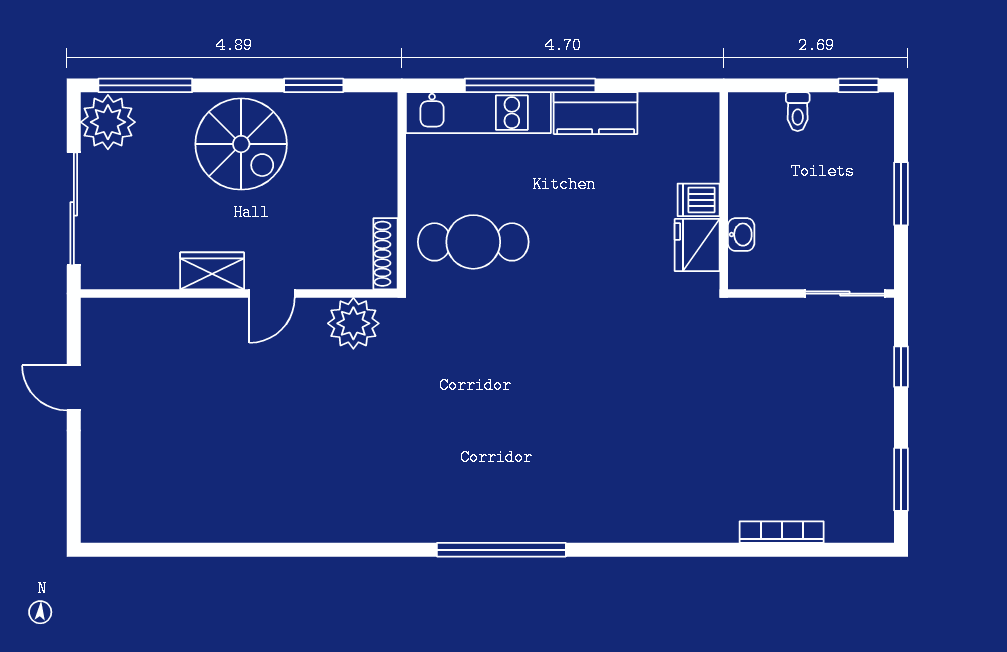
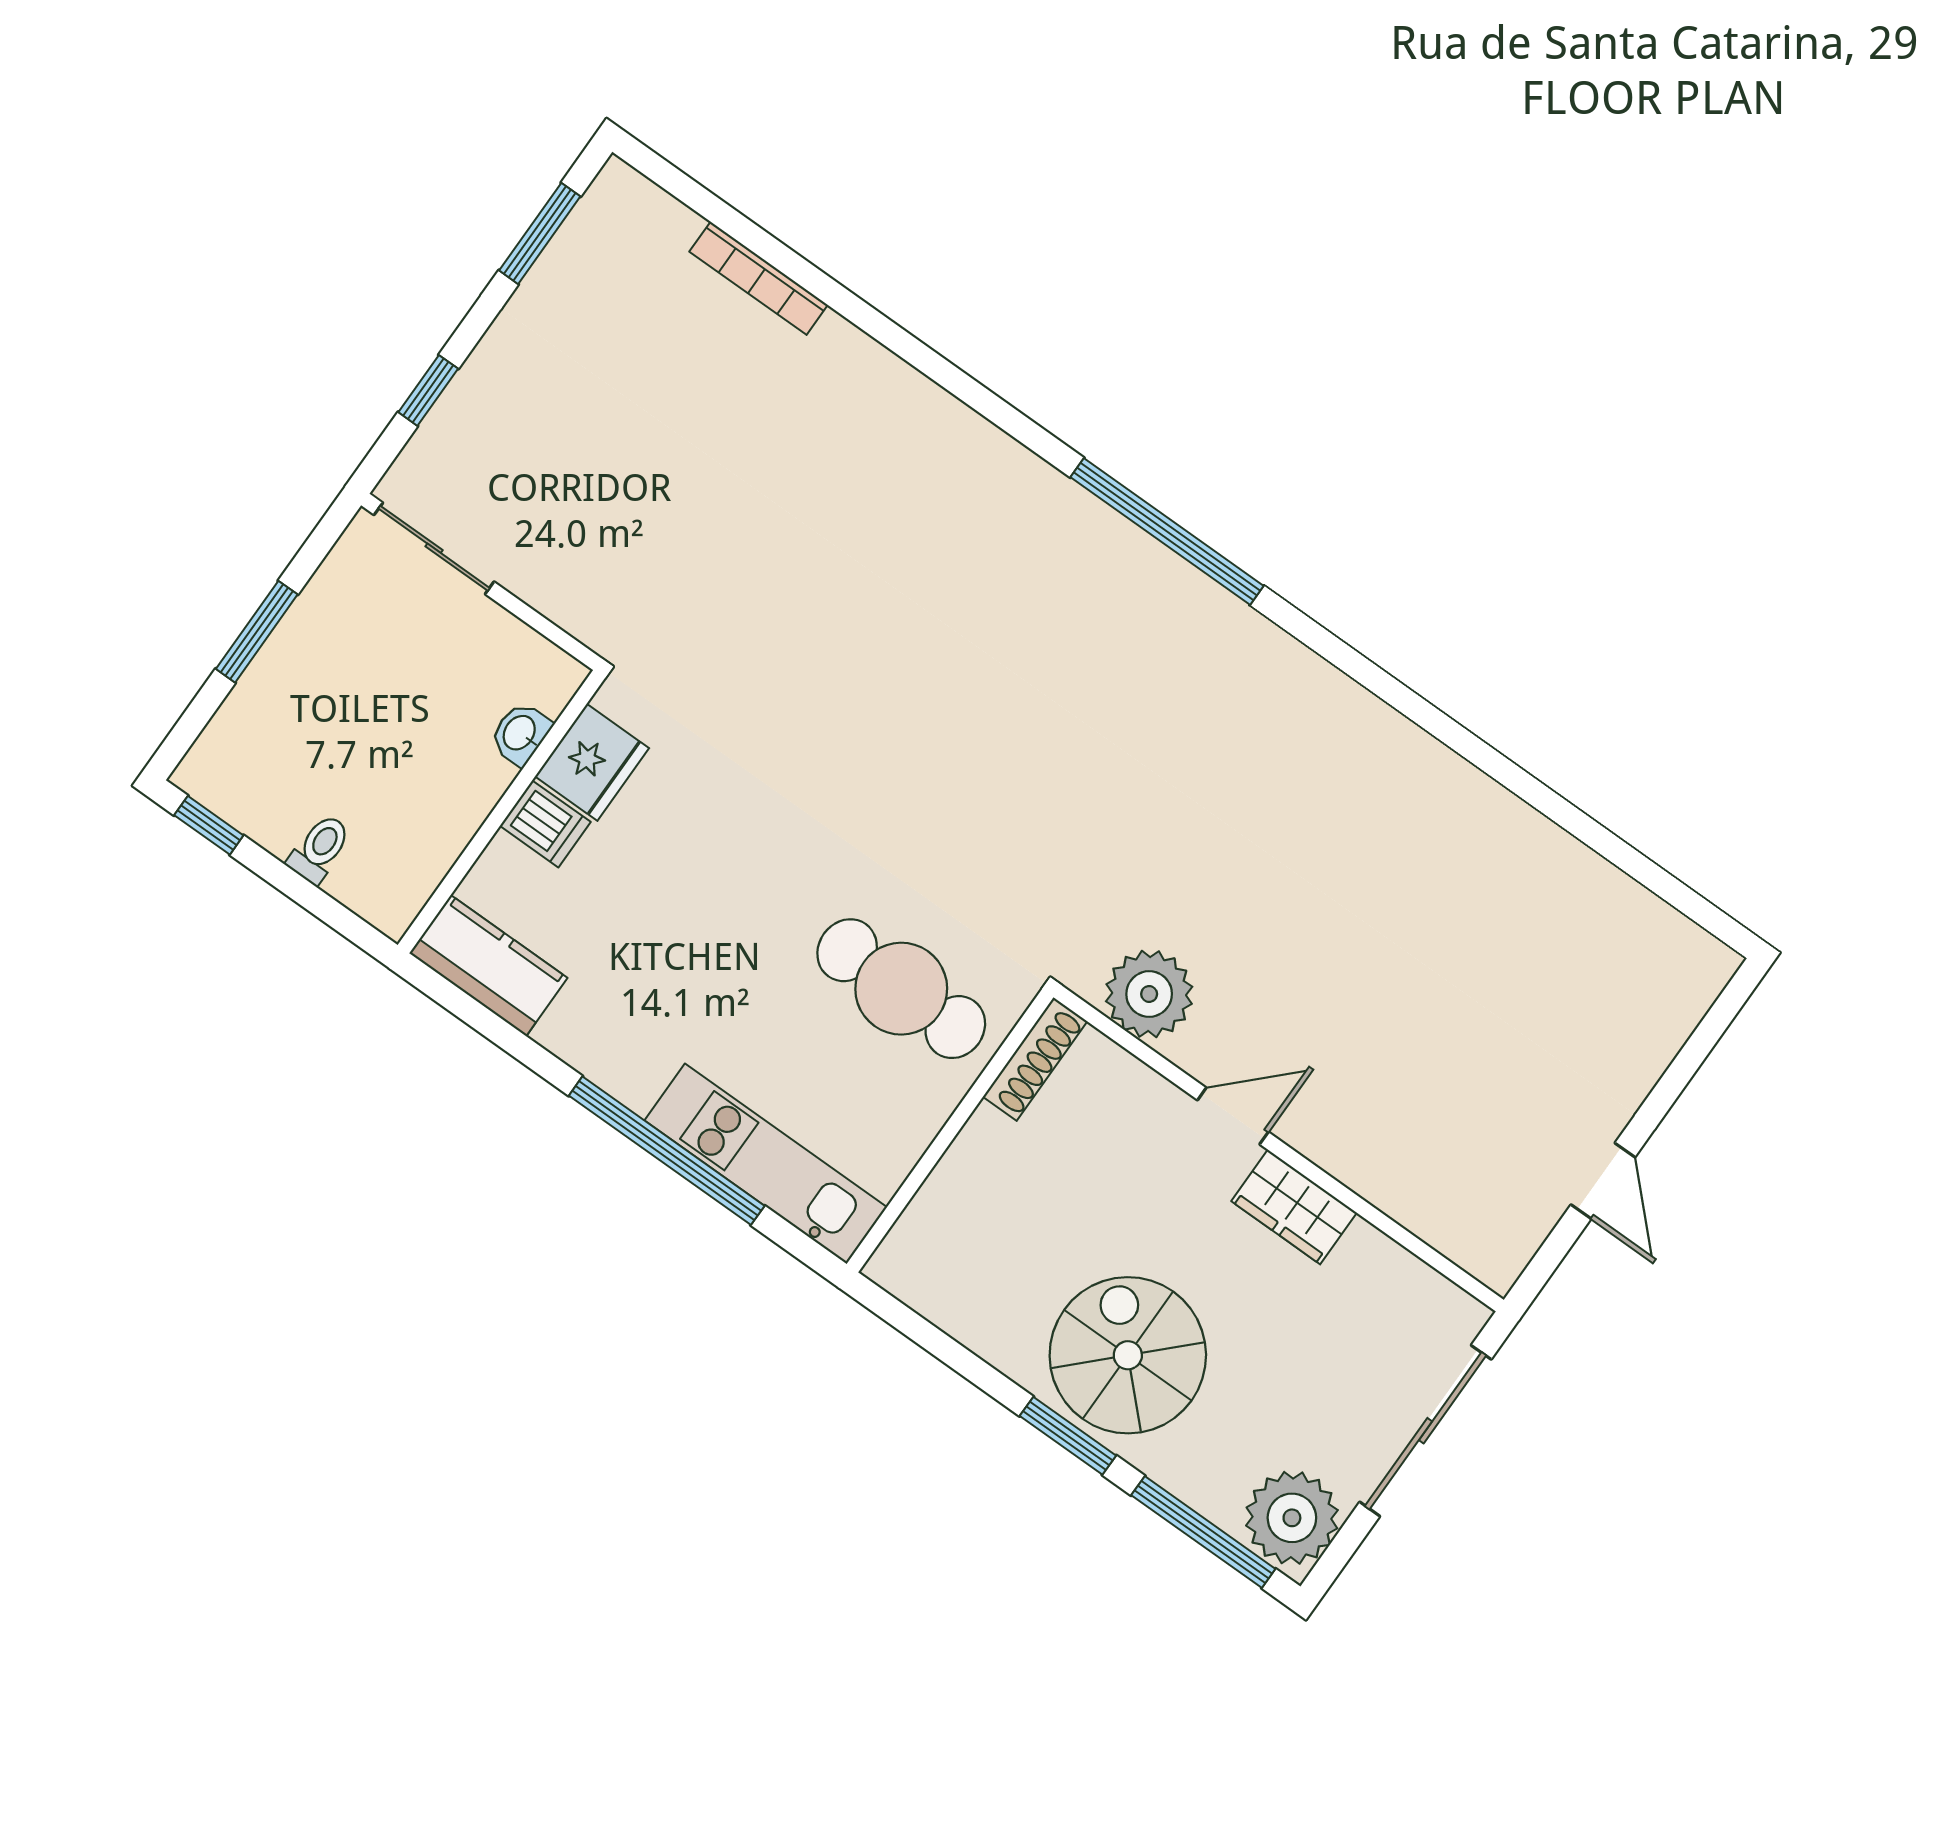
window: (314, 85) -> (1068, 1436), moved
kitchen counter: (596, 113) -> (488, 966), moved

